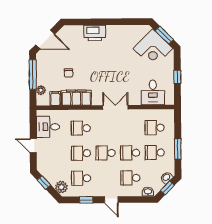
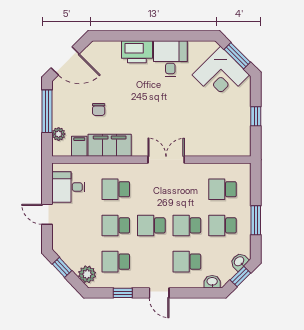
desk: (153, 92) -> (170, 59), moved, turned 180

